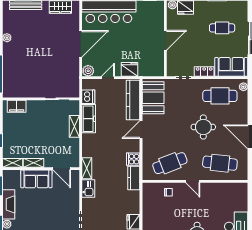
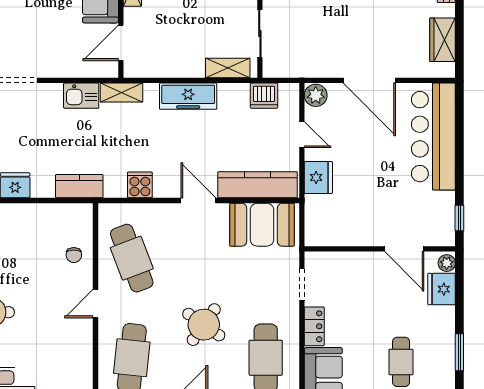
door: (165, 40) -> (404, 249), moved
freezer: (89, 119) -> (188, 96), moved
shelving: (74, 126) -> (228, 68), moved
round table: (203, 127) -> (204, 325), turned 35
kitchen counter: (134, 178) -> (79, 186), moved

